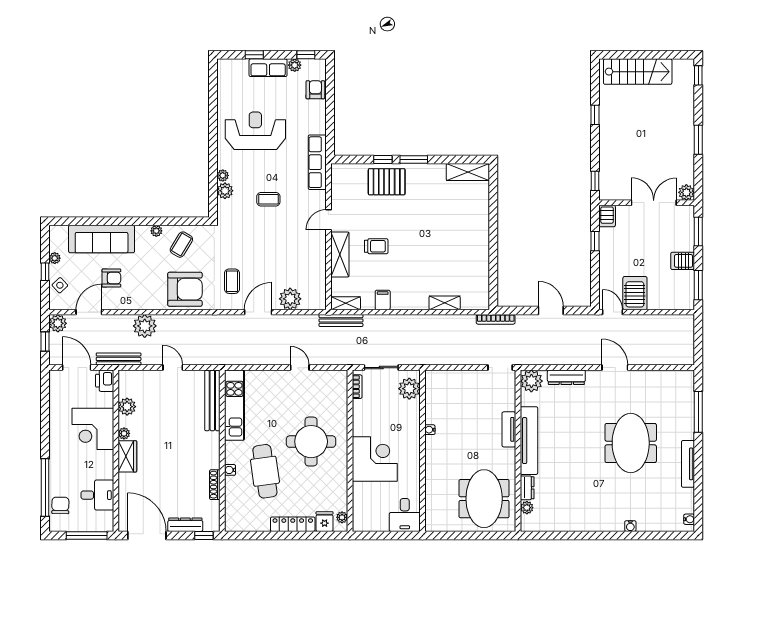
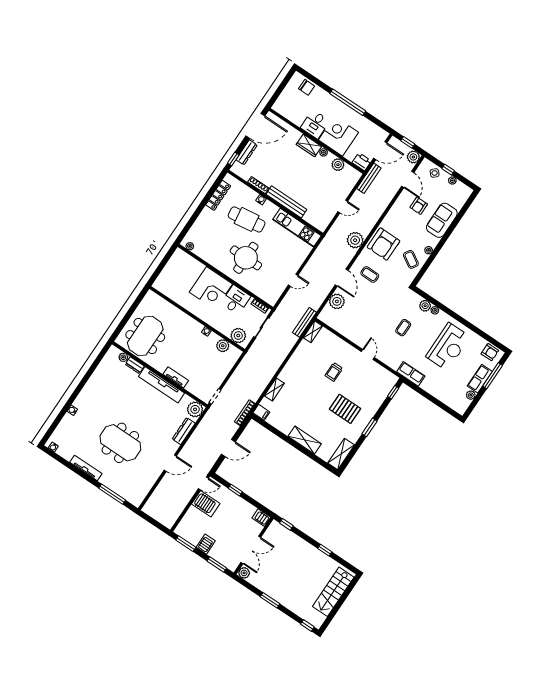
window: (254, 55) -> (493, 376), width x2.17
window: (306, 55) -> (472, 406), removed
armchair: (315, 90) -> (490, 352), moved
window: (383, 160) -> (393, 392), moved
row of seats: (317, 162) -> (411, 374), width x0.68
pallet: (387, 182) -> (345, 409), moved, turned 90
sofa: (102, 239) -> (442, 220), width x0.73
window: (595, 241) -> (235, 490), moved
shelving: (340, 254) -> (305, 440), moved
filing cabinet: (383, 300) -> (261, 412), moved
plant: (145, 326) -> (355, 240), moved
plant: (434, 399) -> (223, 346), added
bench: (212, 401) -> (286, 202), moved
window: (45, 488) -> (348, 102), moved
desk: (97, 495) -> (315, 124), moved
meeting table: (484, 499) -> (145, 336), turned 90
desk: (405, 515) -> (236, 300), moved, turned 90
fridge: (325, 522) -> (194, 234), removed
locker: (293, 524) -> (218, 195), moved
window: (87, 535) -> (279, 91), removed

